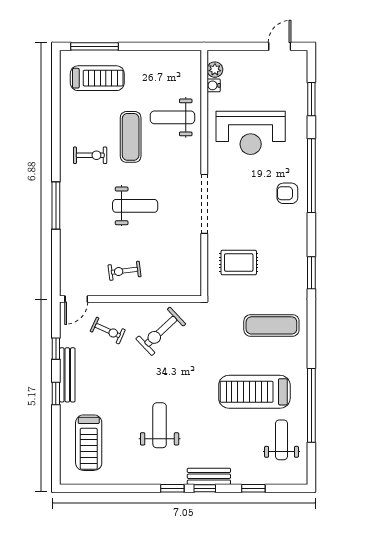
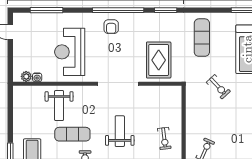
window: (311, 99) -> (47, 10), width x1.44
reception desk: (251, 133) -> (70, 52), turned 180
window: (311, 176) -> (118, 10), moved
rug: (239, 262) -> (159, 60), width x1.36, depth x1.43
exercise bike: (161, 331) -> (218, 87), moved, width x0.73, depth x0.72

